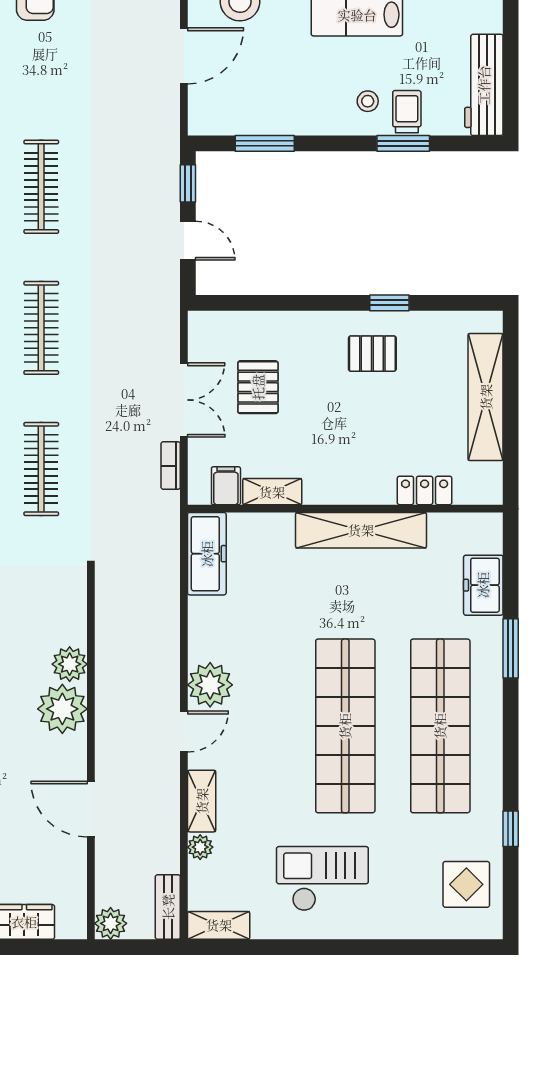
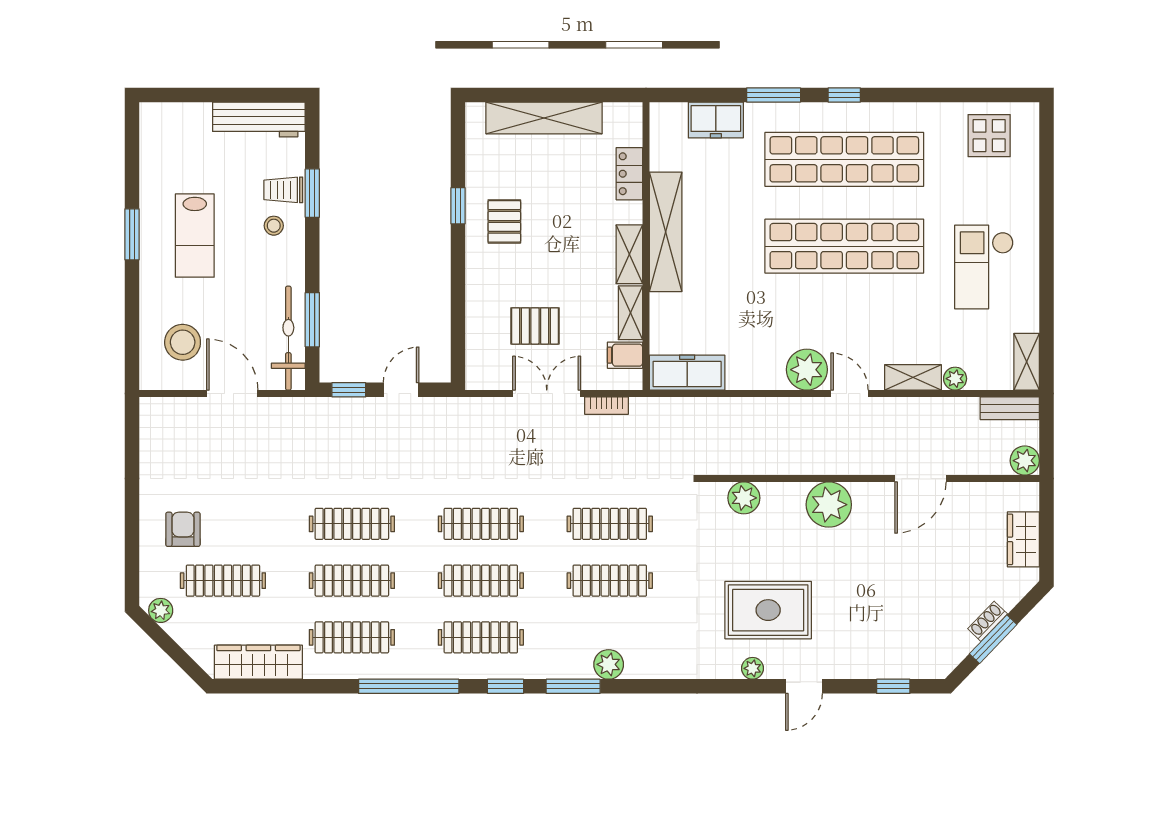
bicycle: (245, 117) -> (288, 338), added
shelving: (336, 490) -> (629, 254), added
plant: (70, 664) -> (744, 498), moved
window: (511, 829) -> (844, 95), moved

